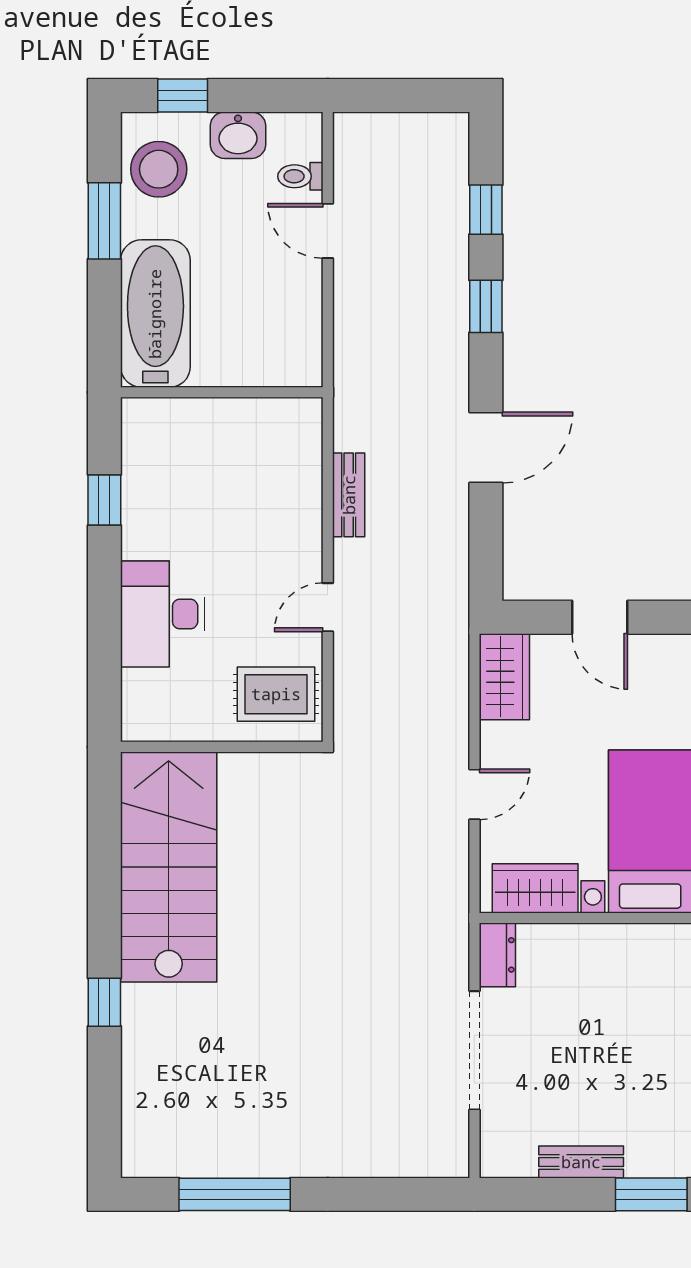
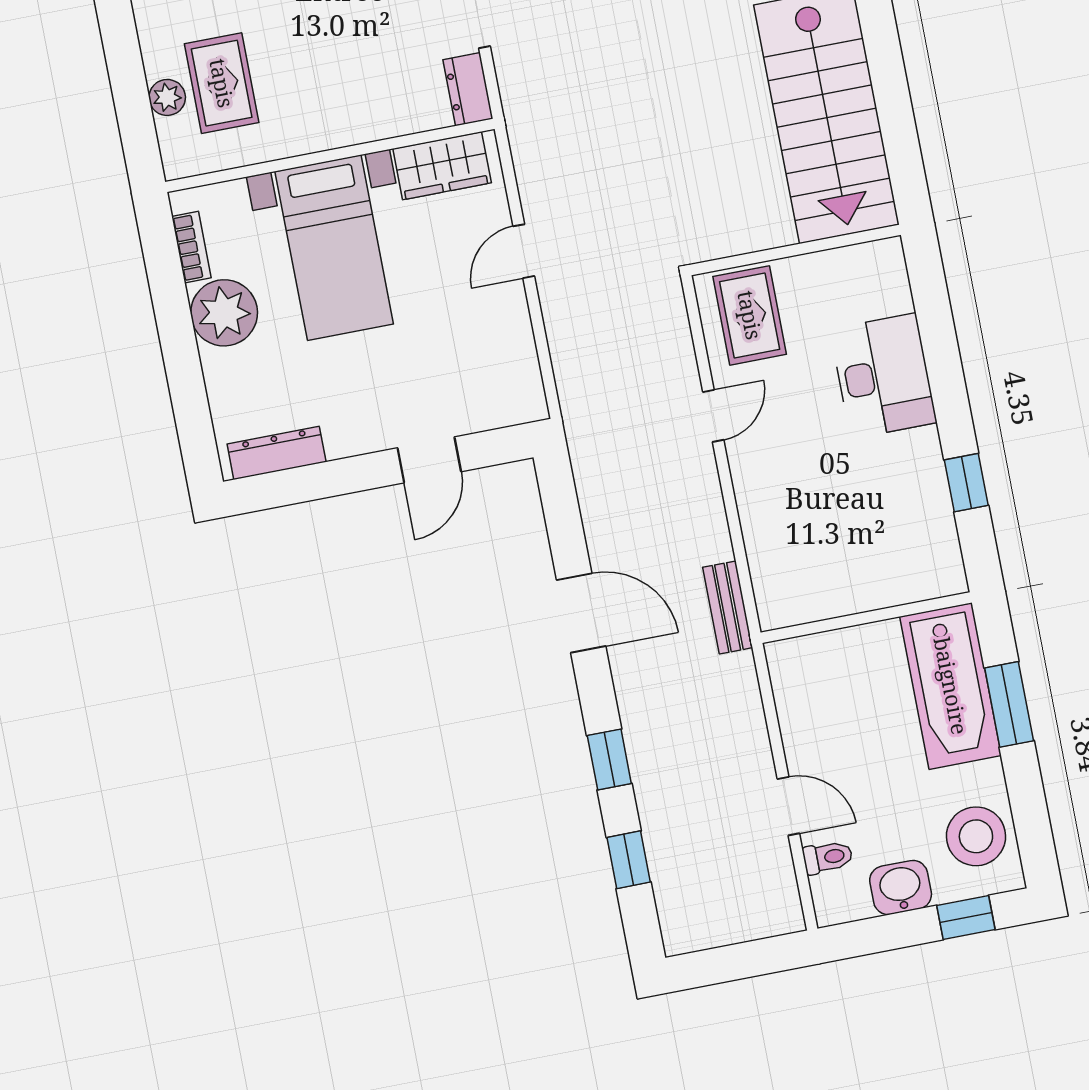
window: (104, 221) -> (1009, 704), moved
door: (486, 448) -> (581, 613), swing flipped
bench: (349, 495) -> (728, 607), moved
door: (600, 617) -> (429, 460), swing flipped
wardrobe: (504, 677) -> (516, 379), removed
rug: (276, 694) -> (750, 315), turned 90

